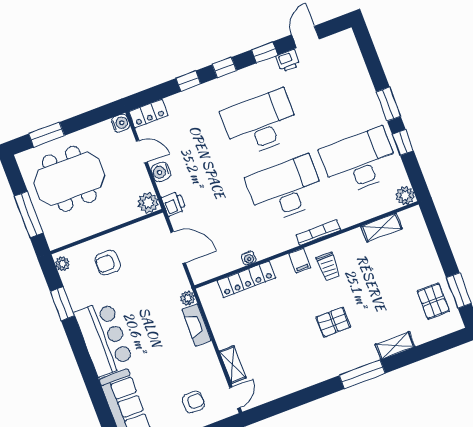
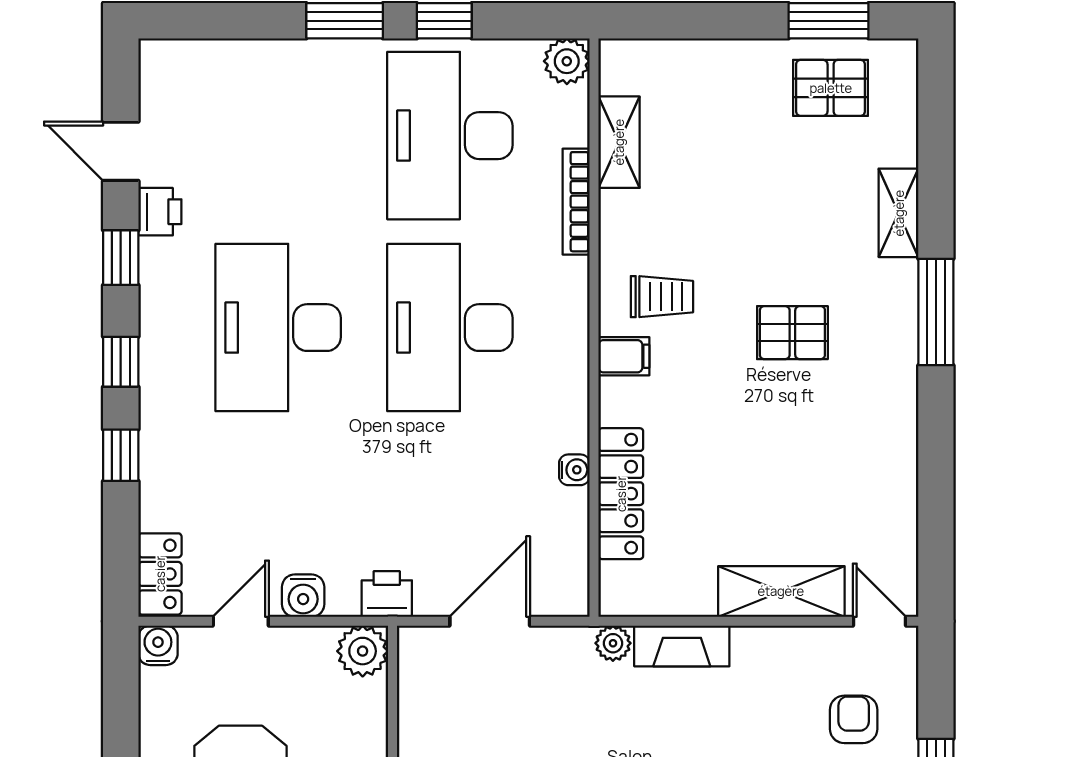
bookcase: (318, 233) -> (576, 202), moved
pallet: (333, 322) -> (792, 333), turned 90
shelving: (233, 365) -> (781, 591), width x1.50, depth x1.33

